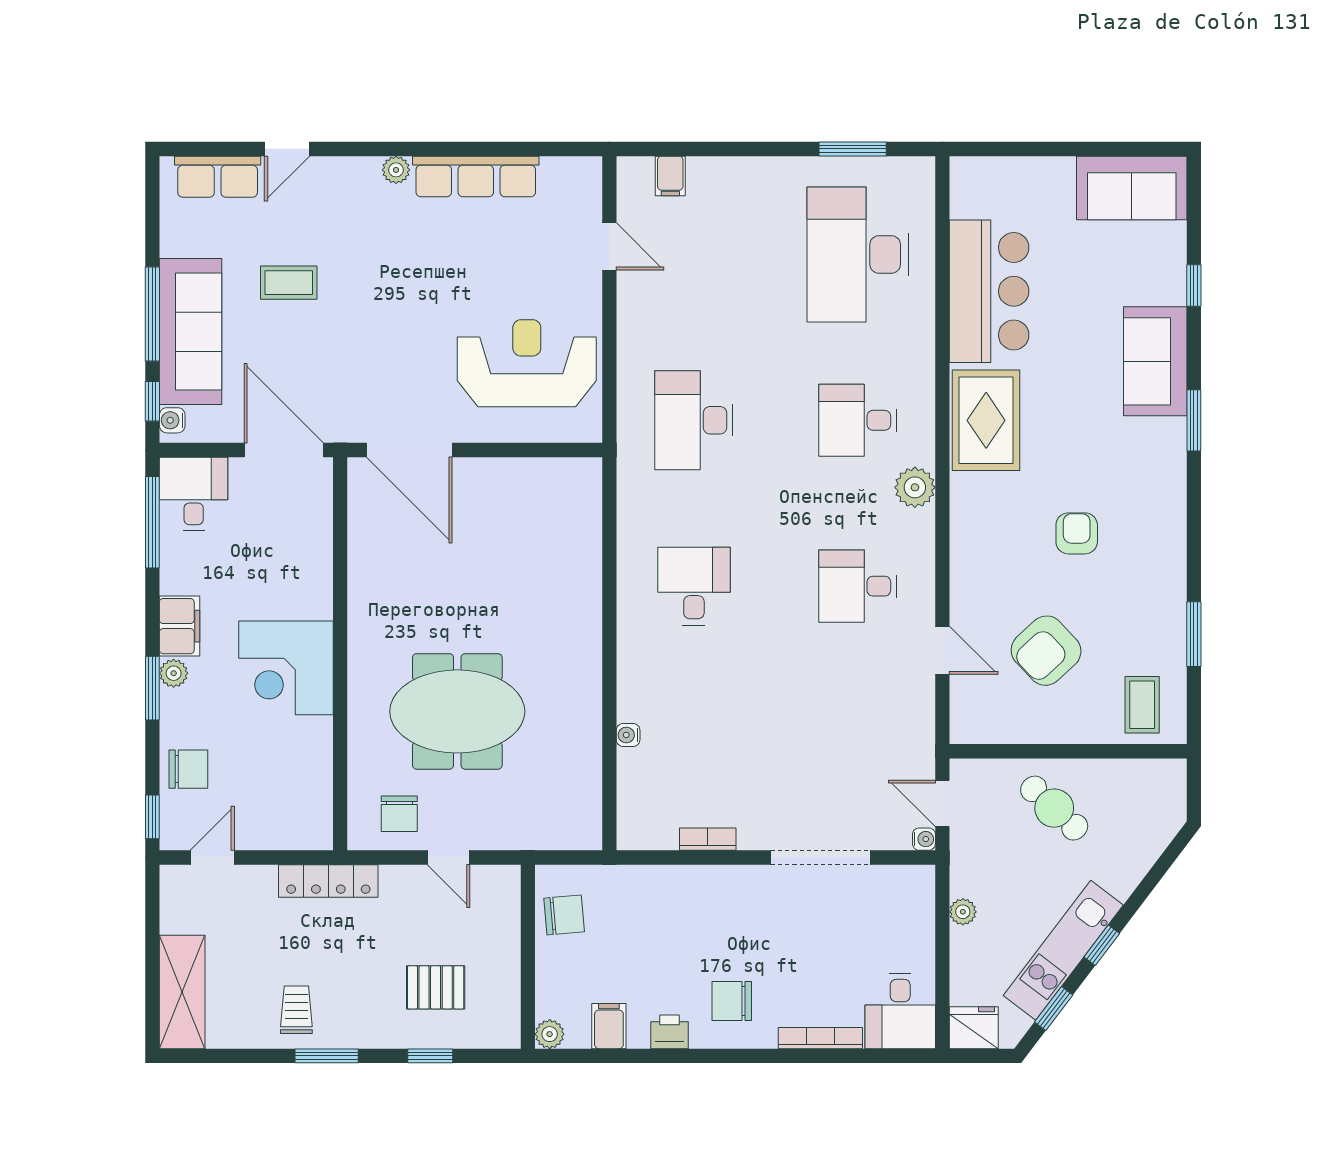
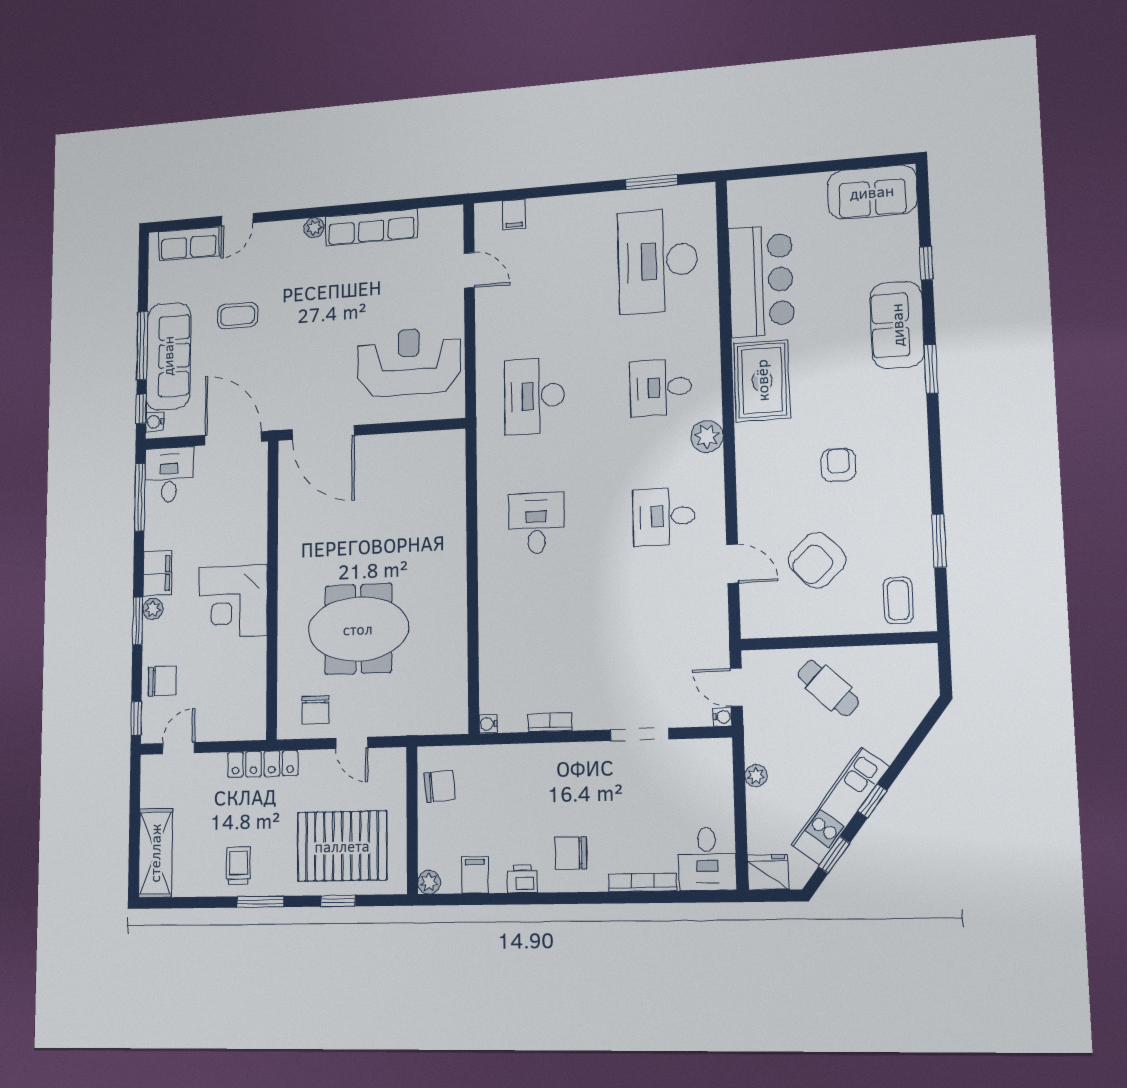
water cooler: (628, 735) -> (488, 724), moved
doorway: (821, 857) -> (640, 734), width x0.73
pallet: (436, 987) -> (342, 846), width x2.05, depth x2.00

